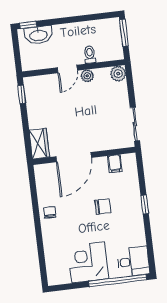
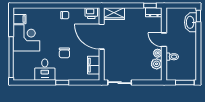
plant: (118, 74) -> (157, 64), moved
dresser: (31, 88) -> (154, 12), added
filing cabinet: (115, 164) -> (94, 65), width x2.00
printer: (42, 176) -> (91, 13), added
desk: (133, 261) -> (45, 70), moved
filing cabinet: (63, 275) -> (20, 19), added

